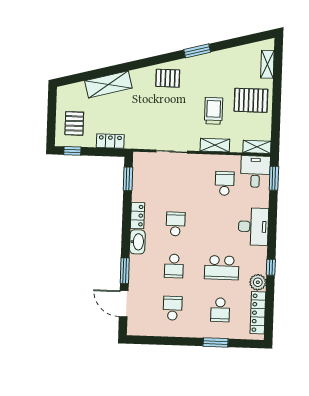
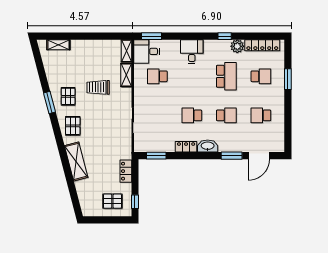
shelving: (108, 84) -> (76, 161), moved
pallet: (251, 100) -> (68, 96), moved, width x0.67, depth x0.71
shelving: (215, 145) -> (126, 75), moved
desk: (253, 227) -> (192, 52), width x0.73

